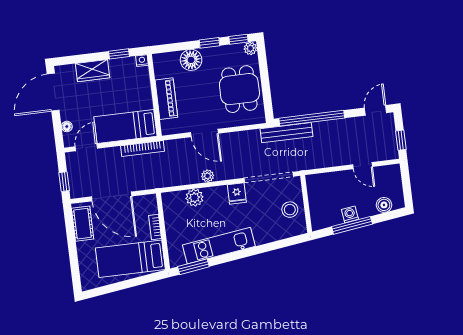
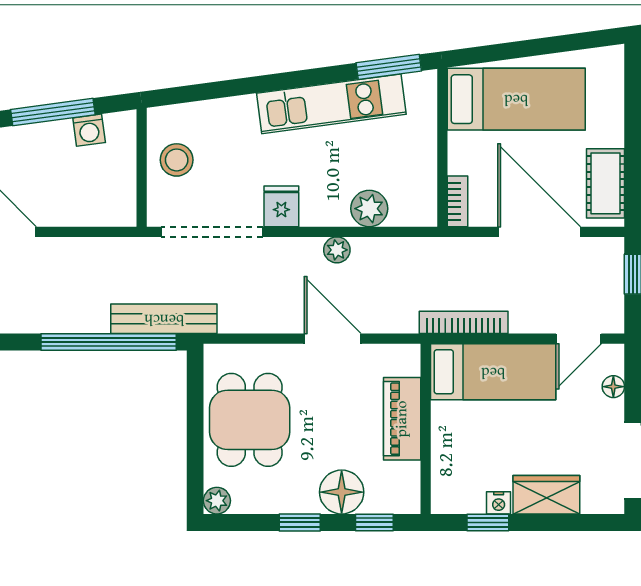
window: (239, 39) -> (374, 522), moved
nightstand: (142, 61) -> (499, 503), moved
washing machine: (350, 214) -> (89, 130), moved
bookcase: (155, 227) -> (457, 201), moved

